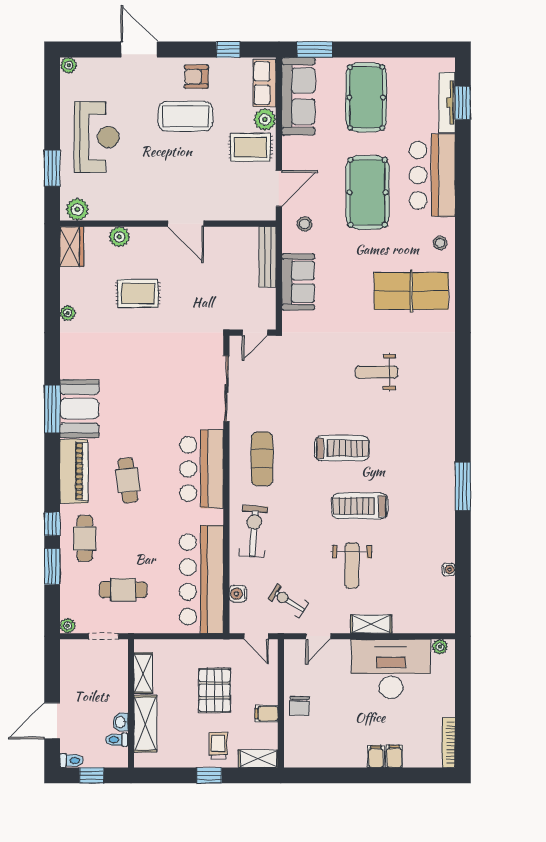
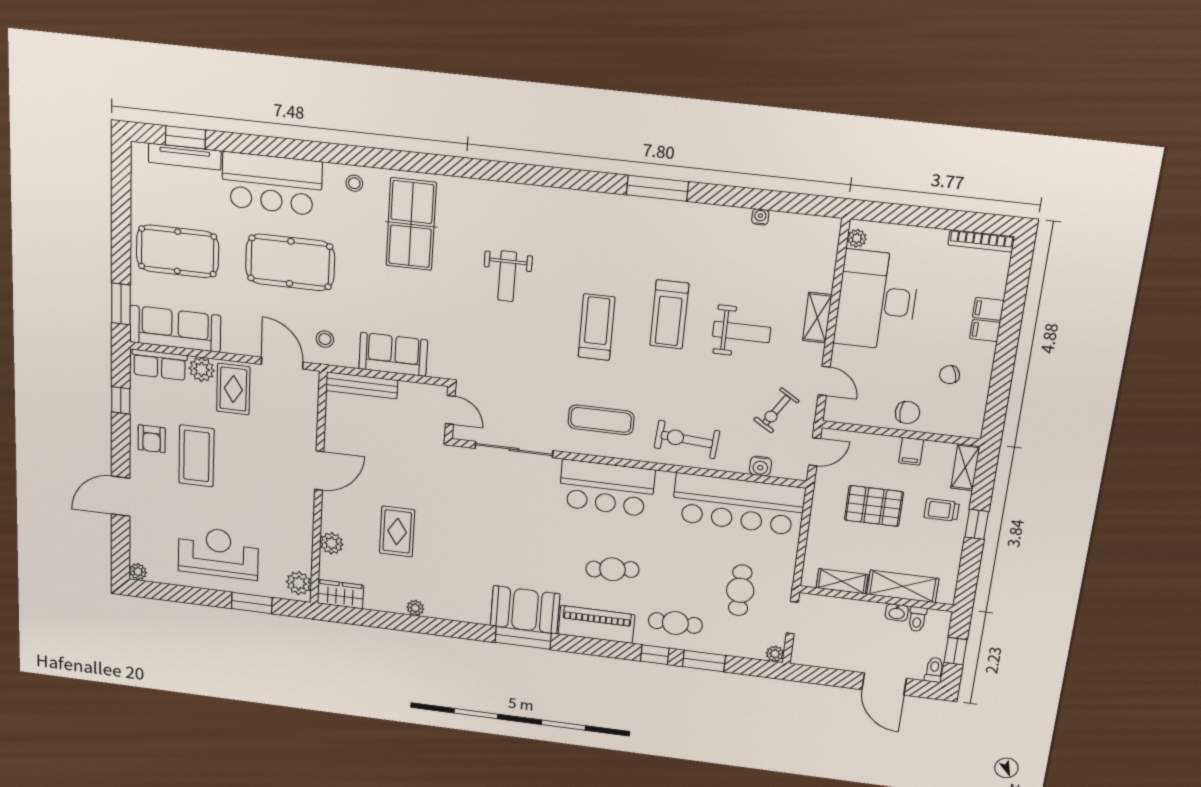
chair: (336, 735) -> (950, 375), added

